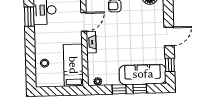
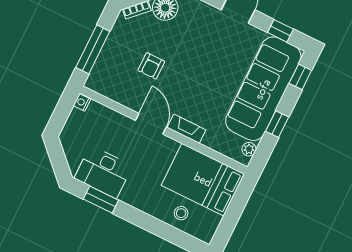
bed: (73, 65) -> (203, 180), width x1.50
sofa: (143, 74) -> (263, 89), width x1.36, depth x1.27
window: (140, 89) -> (300, 77), moved

